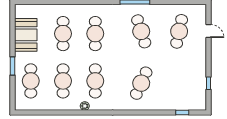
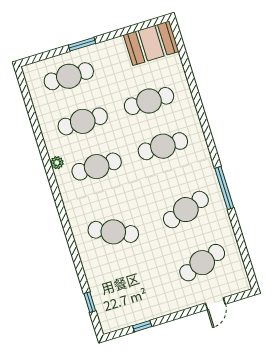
cafe table: (179, 31) -> (202, 263), turned -30
booth: (26, 35) -> (151, 43), moved

